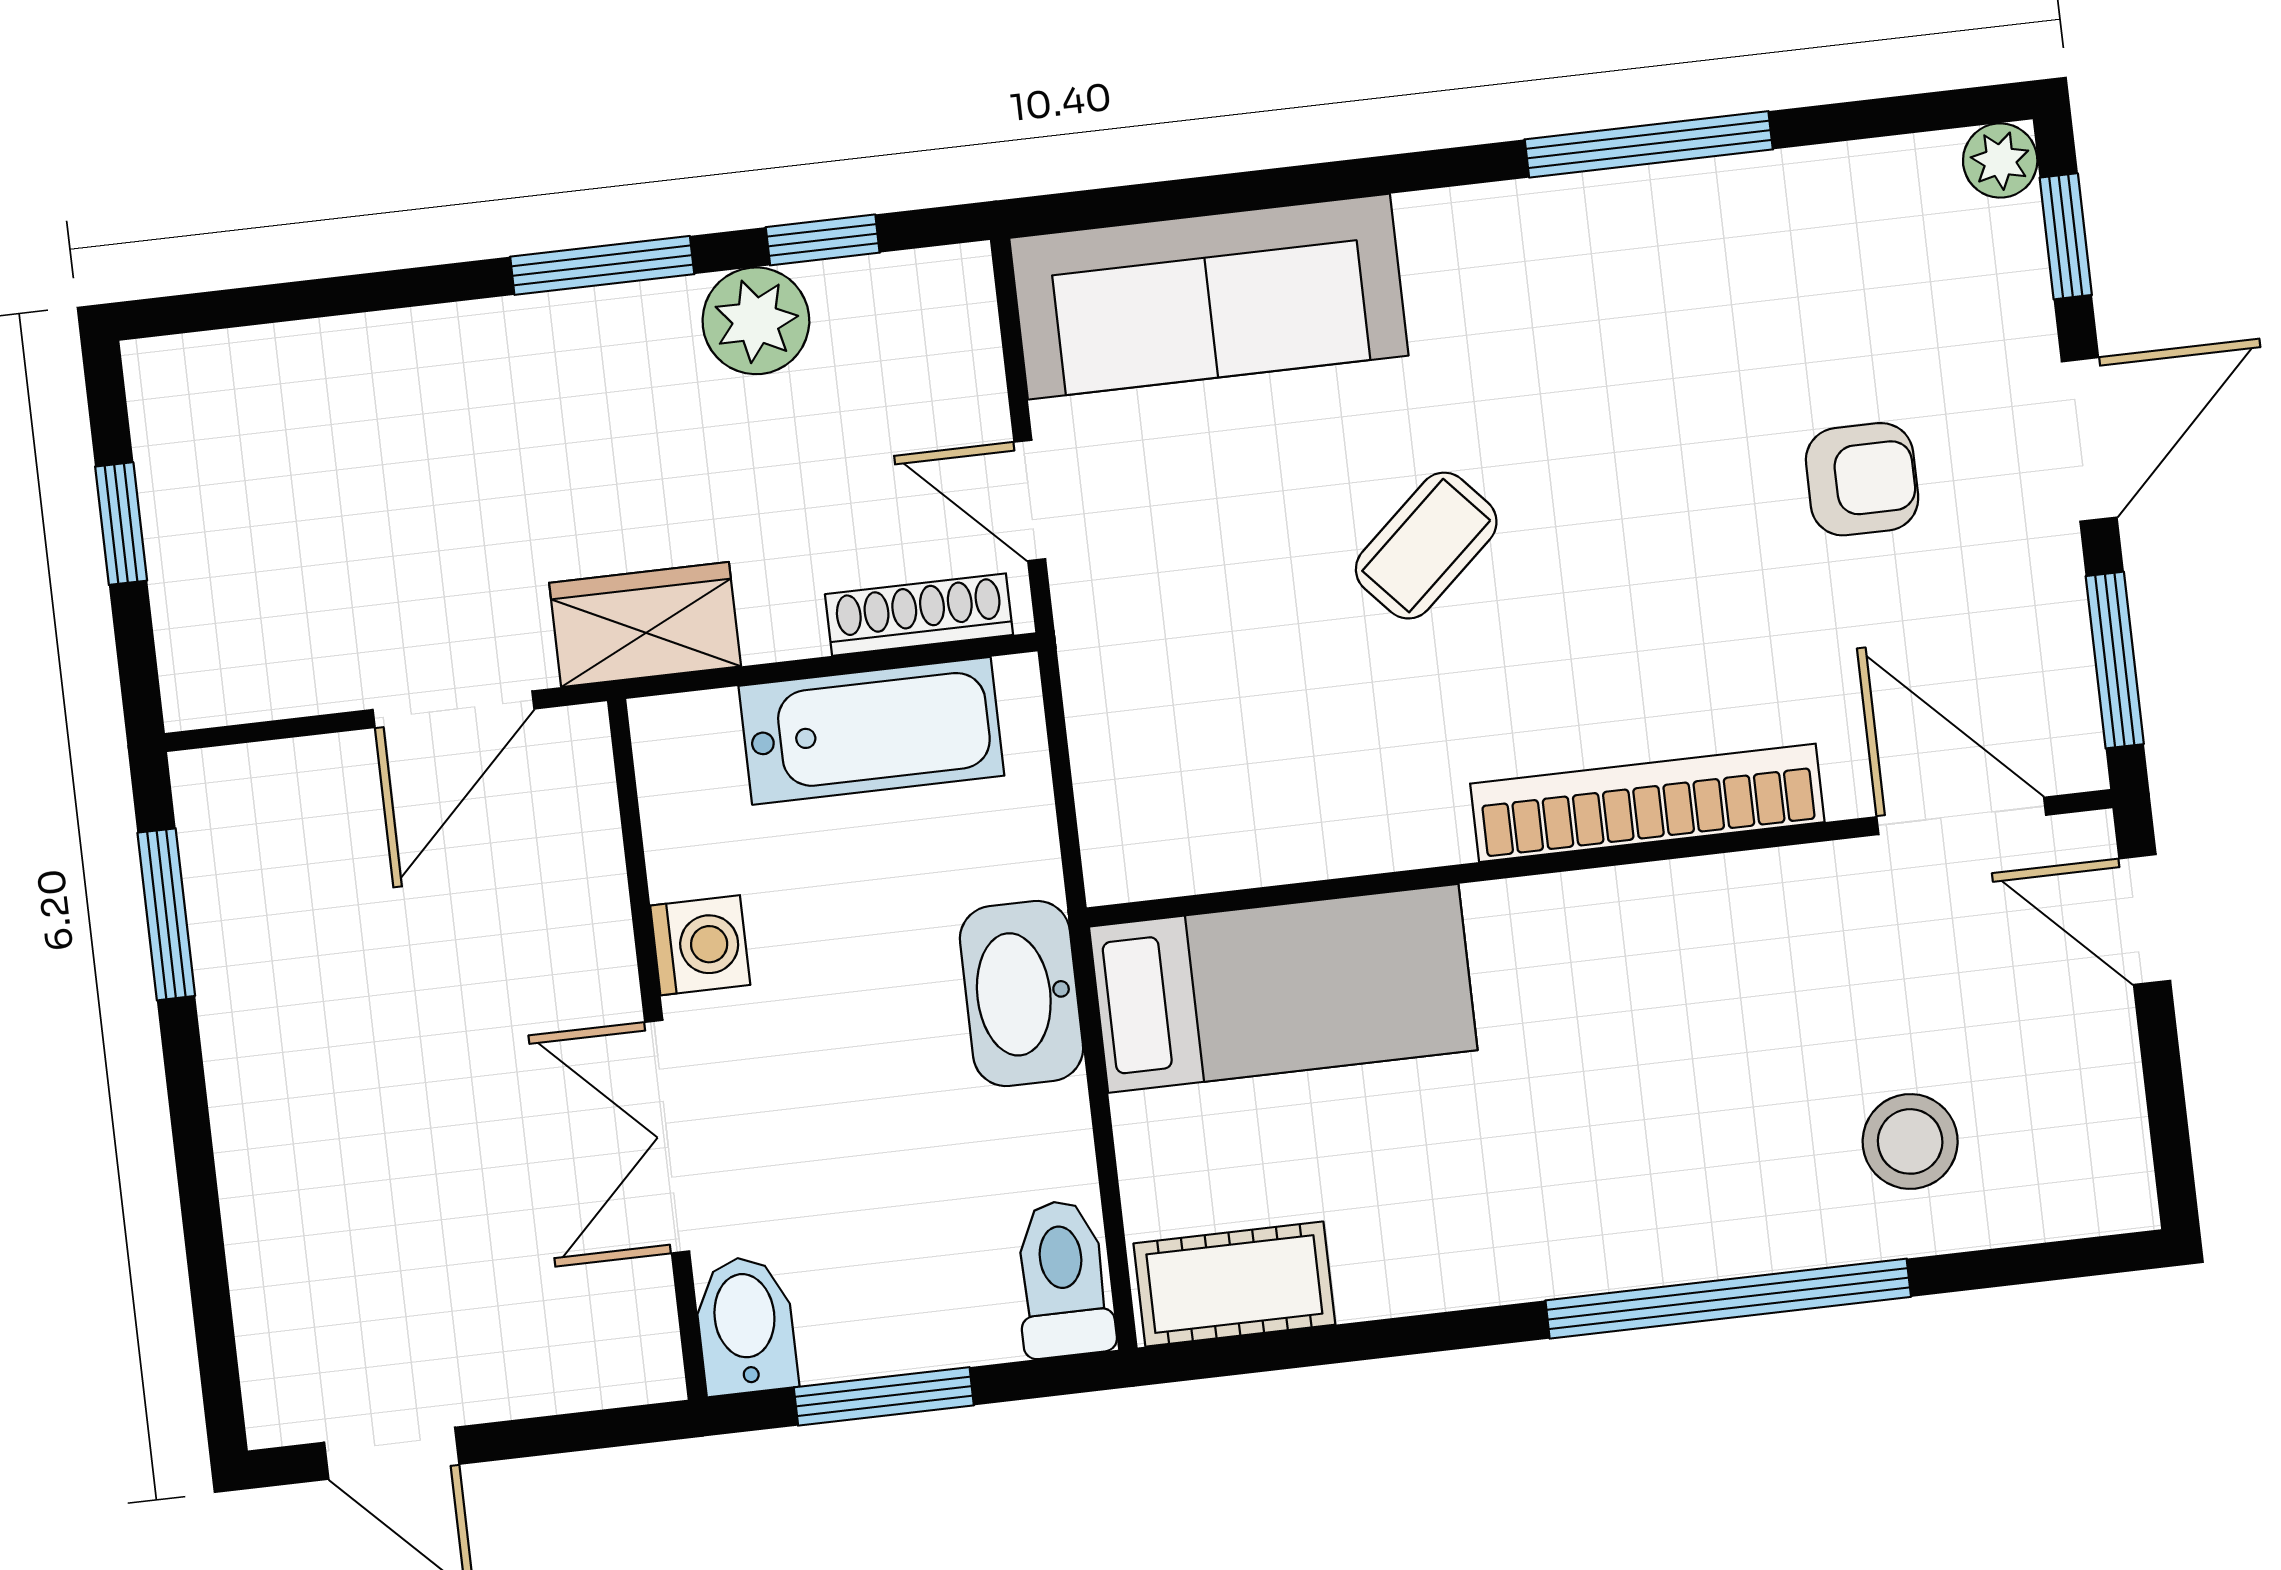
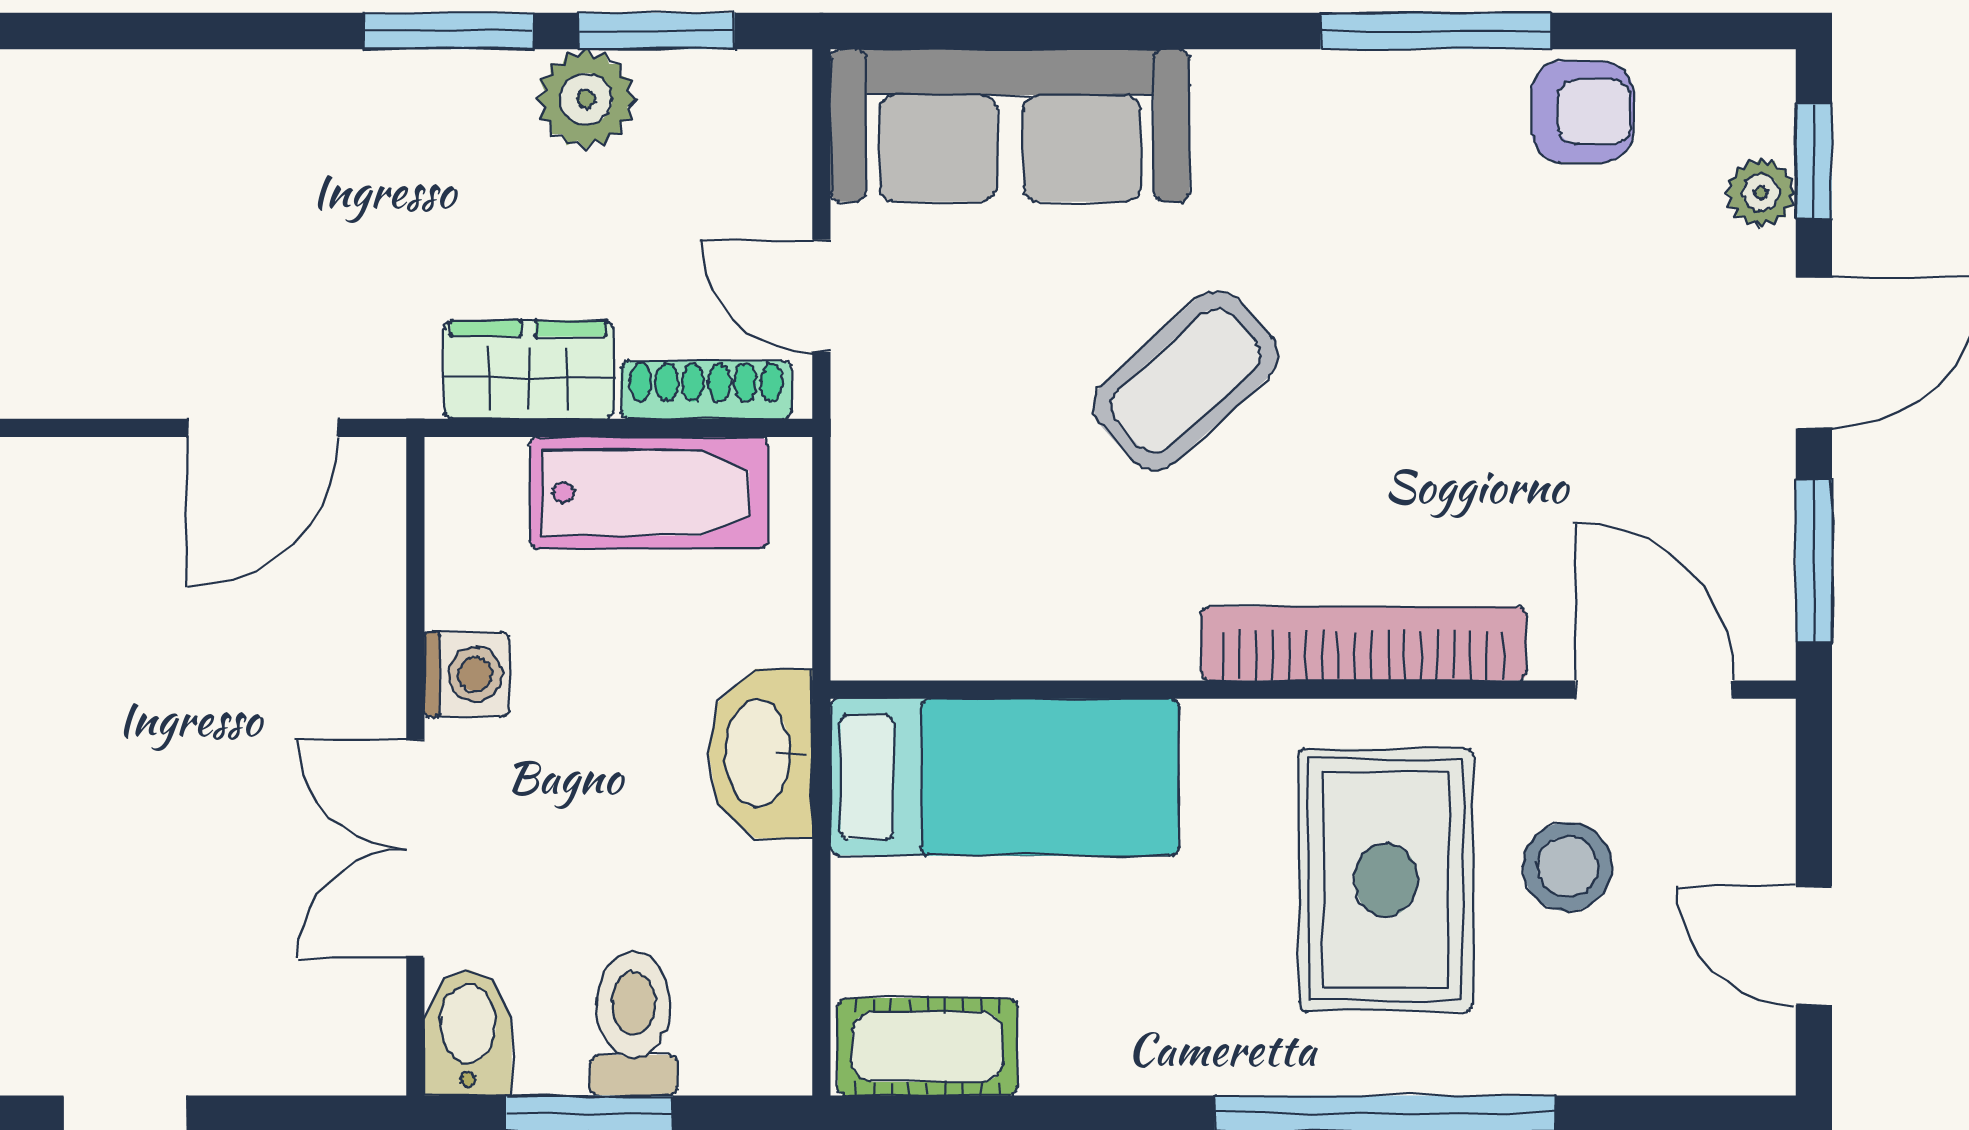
plant: (2000, 160) -> (1761, 193), moved
window: (823, 240) -> (657, 31), width x1.50
armchair: (1862, 479) -> (1582, 112), moved
coffee table: (1426, 546) -> (1185, 380), width x1.36, depth x1.30
wardrobe: (645, 625) -> (529, 370), moved
door: (2145, 920) -> (1814, 946), moved
rug: (1700, 1051) -> (1386, 880), added
stool: (1910, 1141) -> (1567, 867), moved
toilet: (1063, 1279) -> (634, 1023), moved

